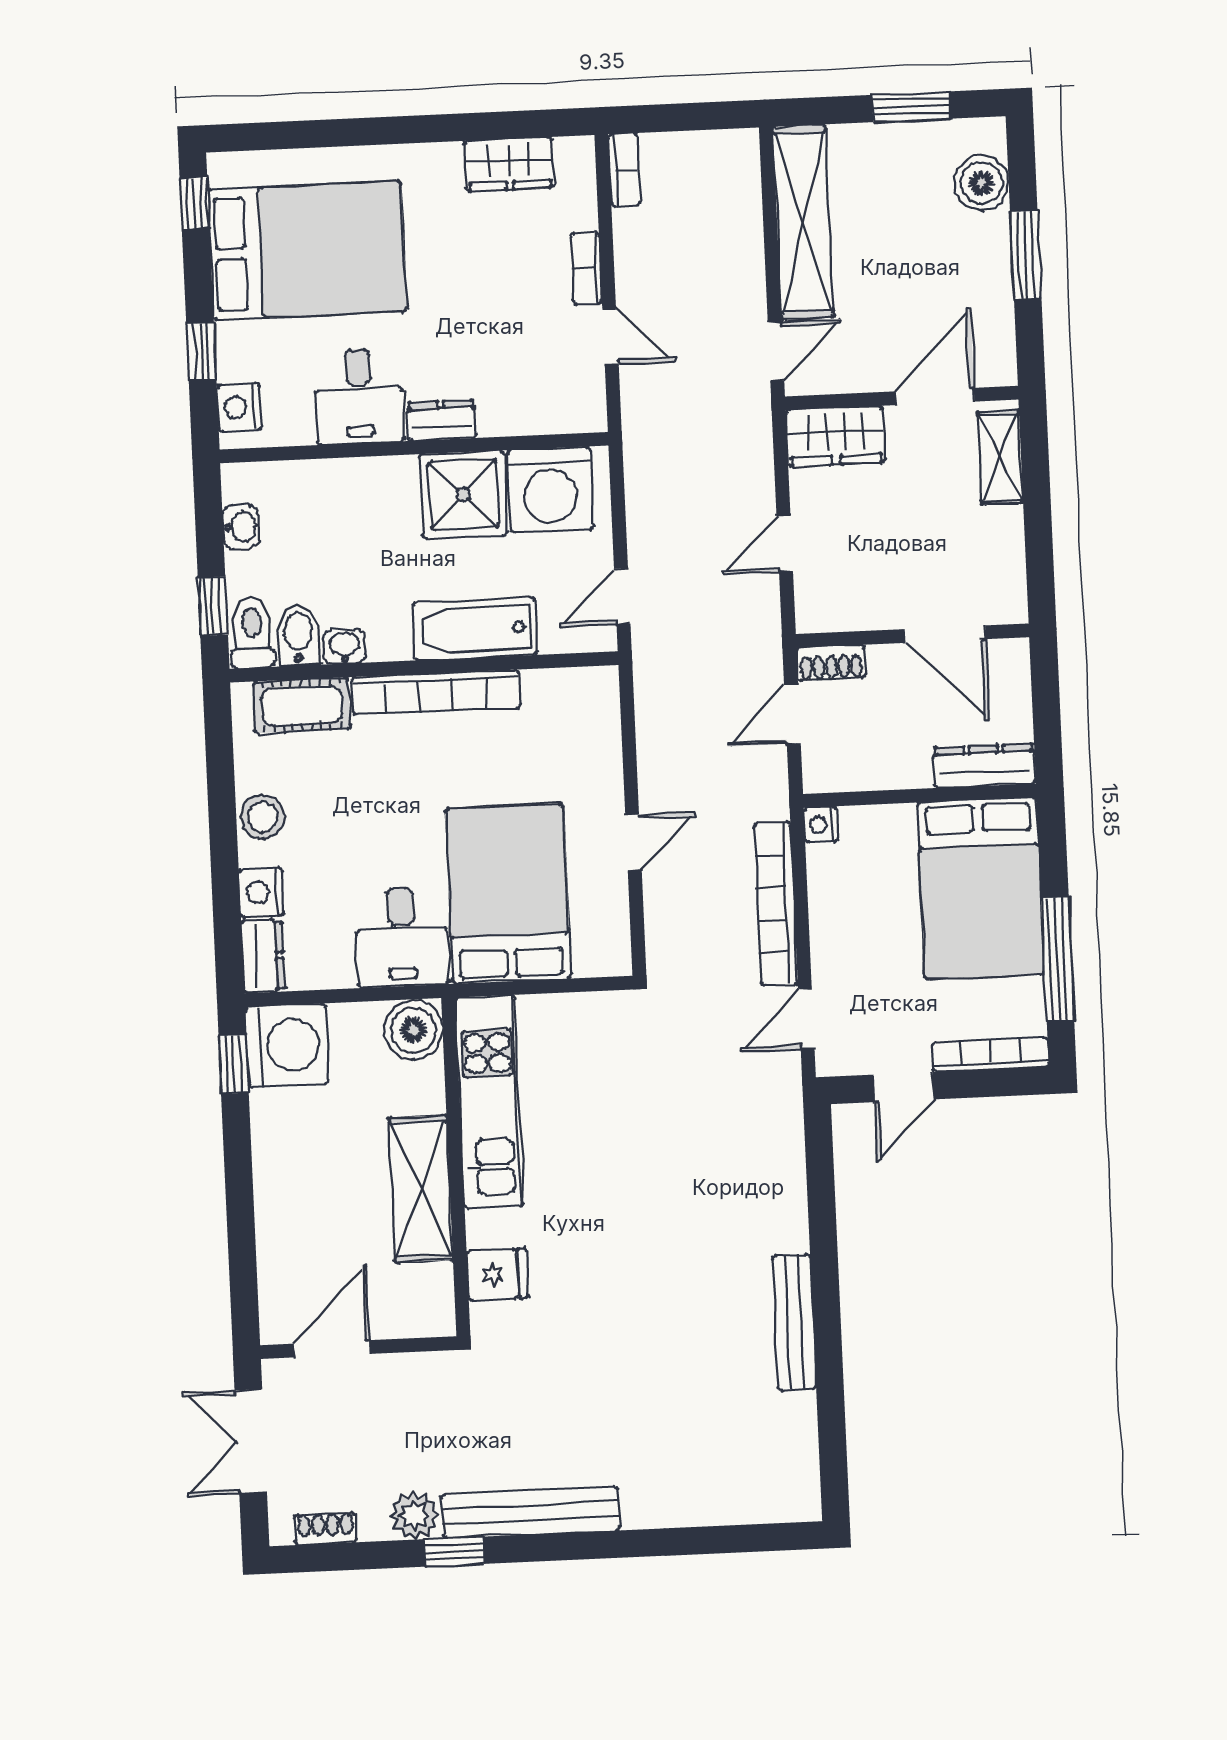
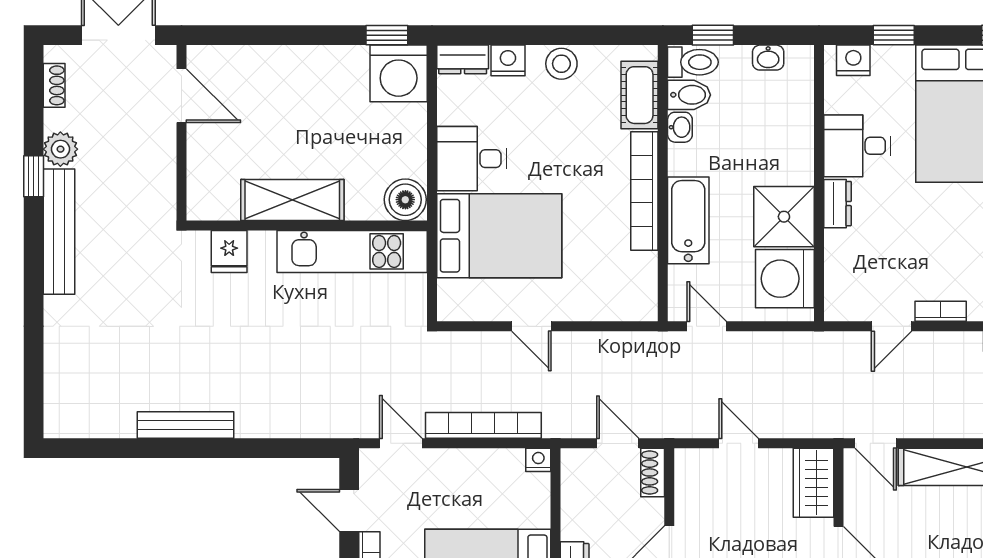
boiler: (413, 1030) -> (405, 200), moved
kitchen unit: (489, 1102) -> (352, 251), moved
wall: (456, 1167) -> (307, 225), moved
shelving: (421, 1189) -> (292, 200), moved
fridge: (497, 1274) -> (229, 251), moved

